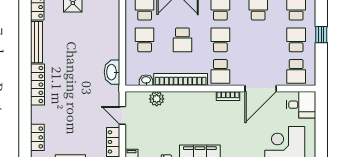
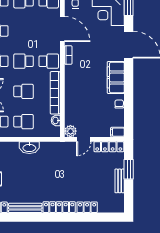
school desk: (145, 40) -> (23, 122), turned 180
washbasin: (112, 72) -> (29, 148), moved
plant: (157, 99) -> (70, 131), moved
locker: (37, 137) -> (87, 207), moved

